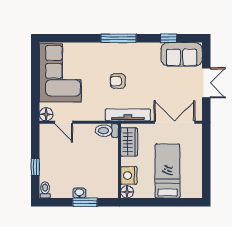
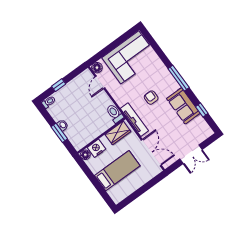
sofa: (182, 54) -> (183, 106), moved

